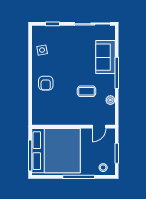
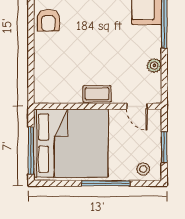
armchair: (46, 83) -> (48, 20), moved
coffee table: (86, 91) -> (97, 94), moved
door: (99, 127) -> (137, 106), hinge flipped

